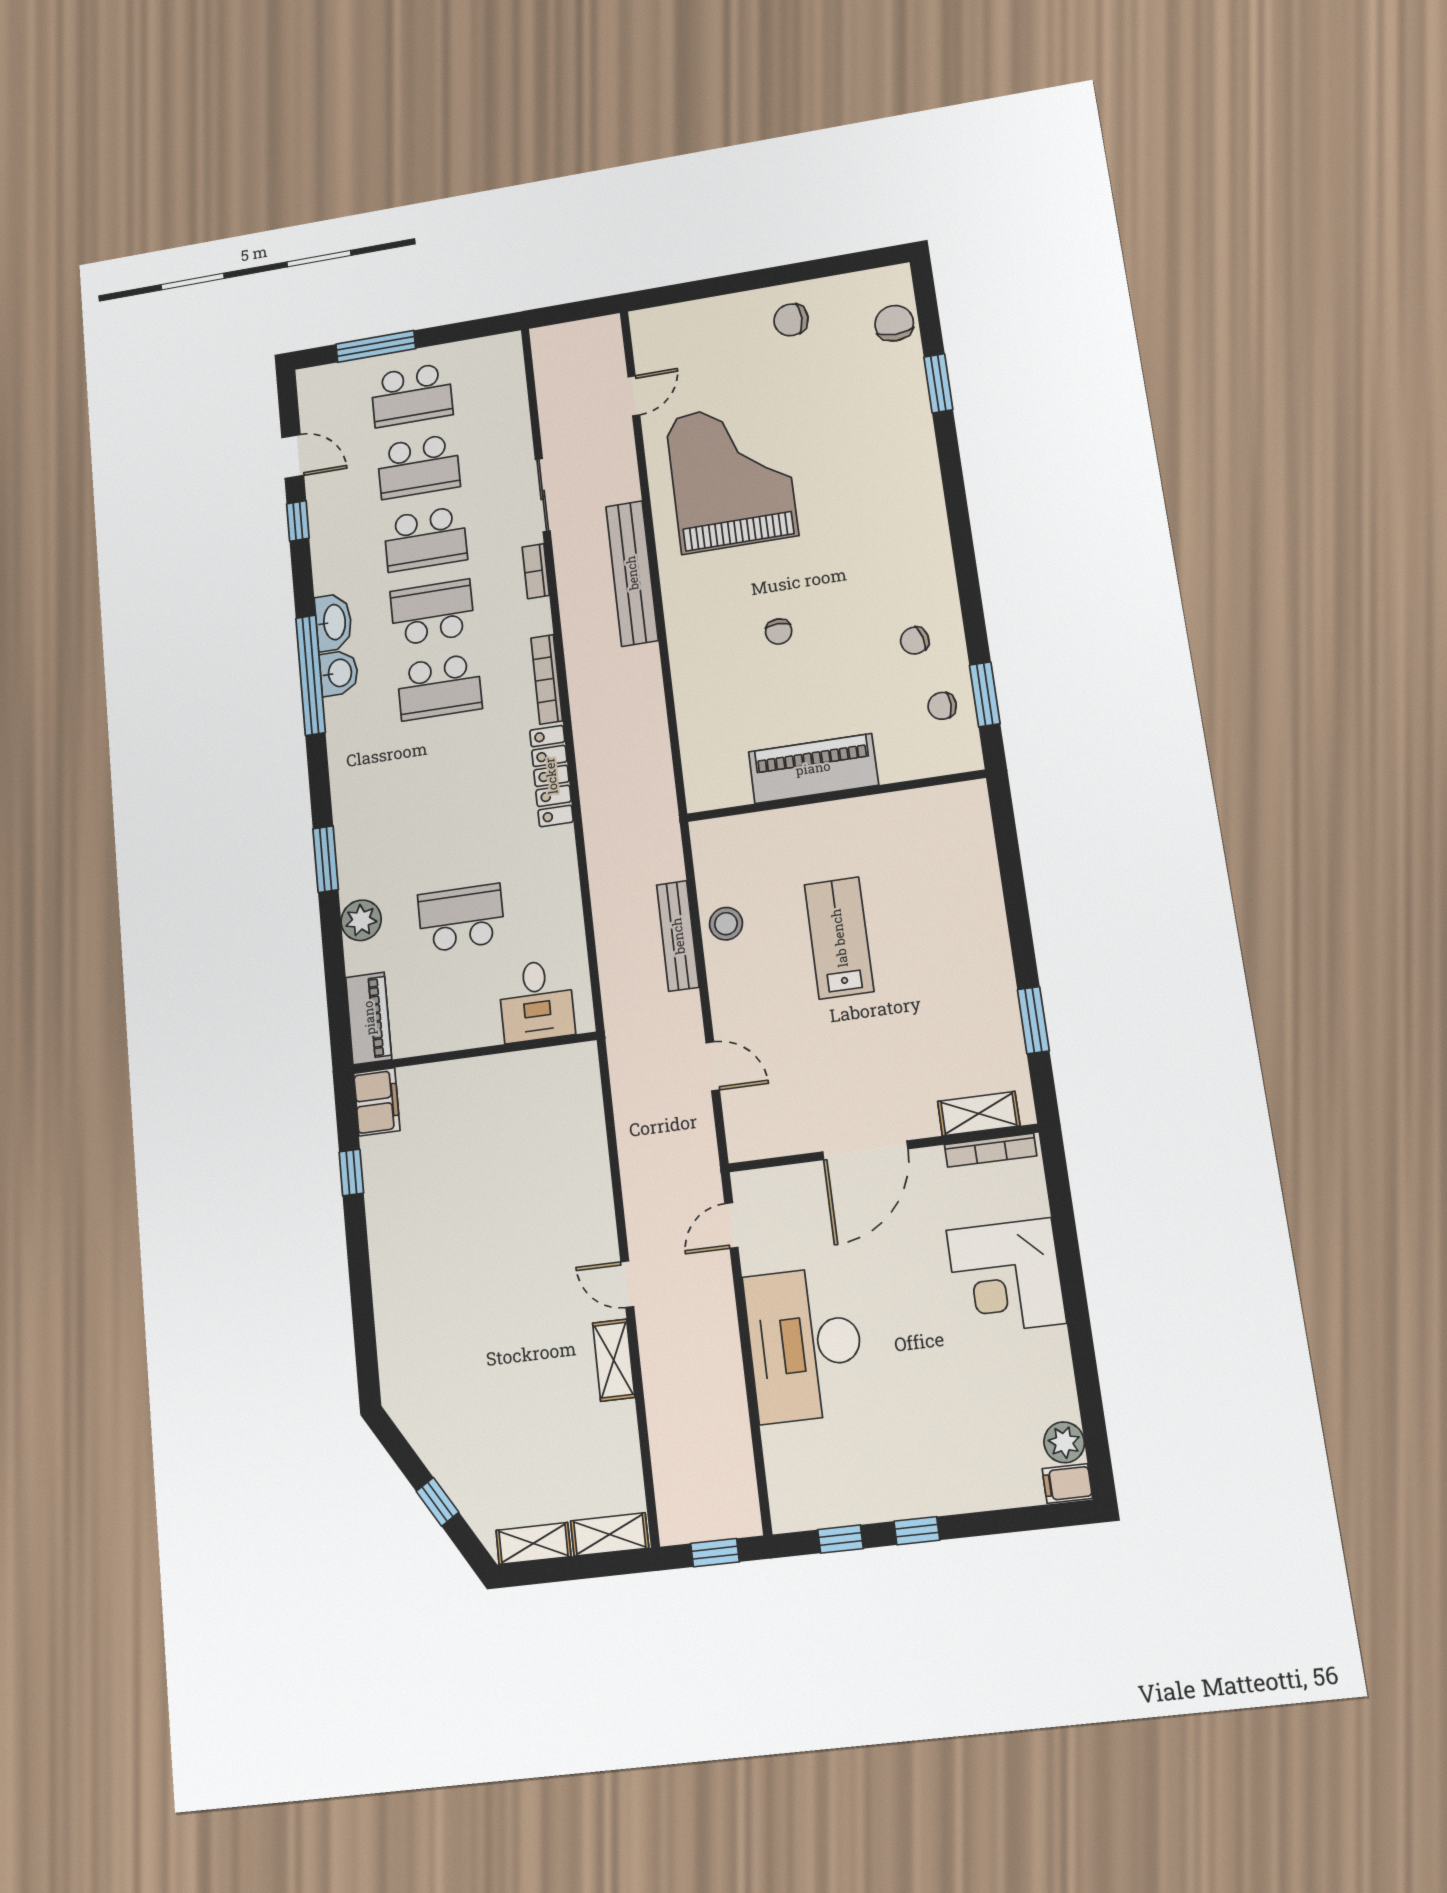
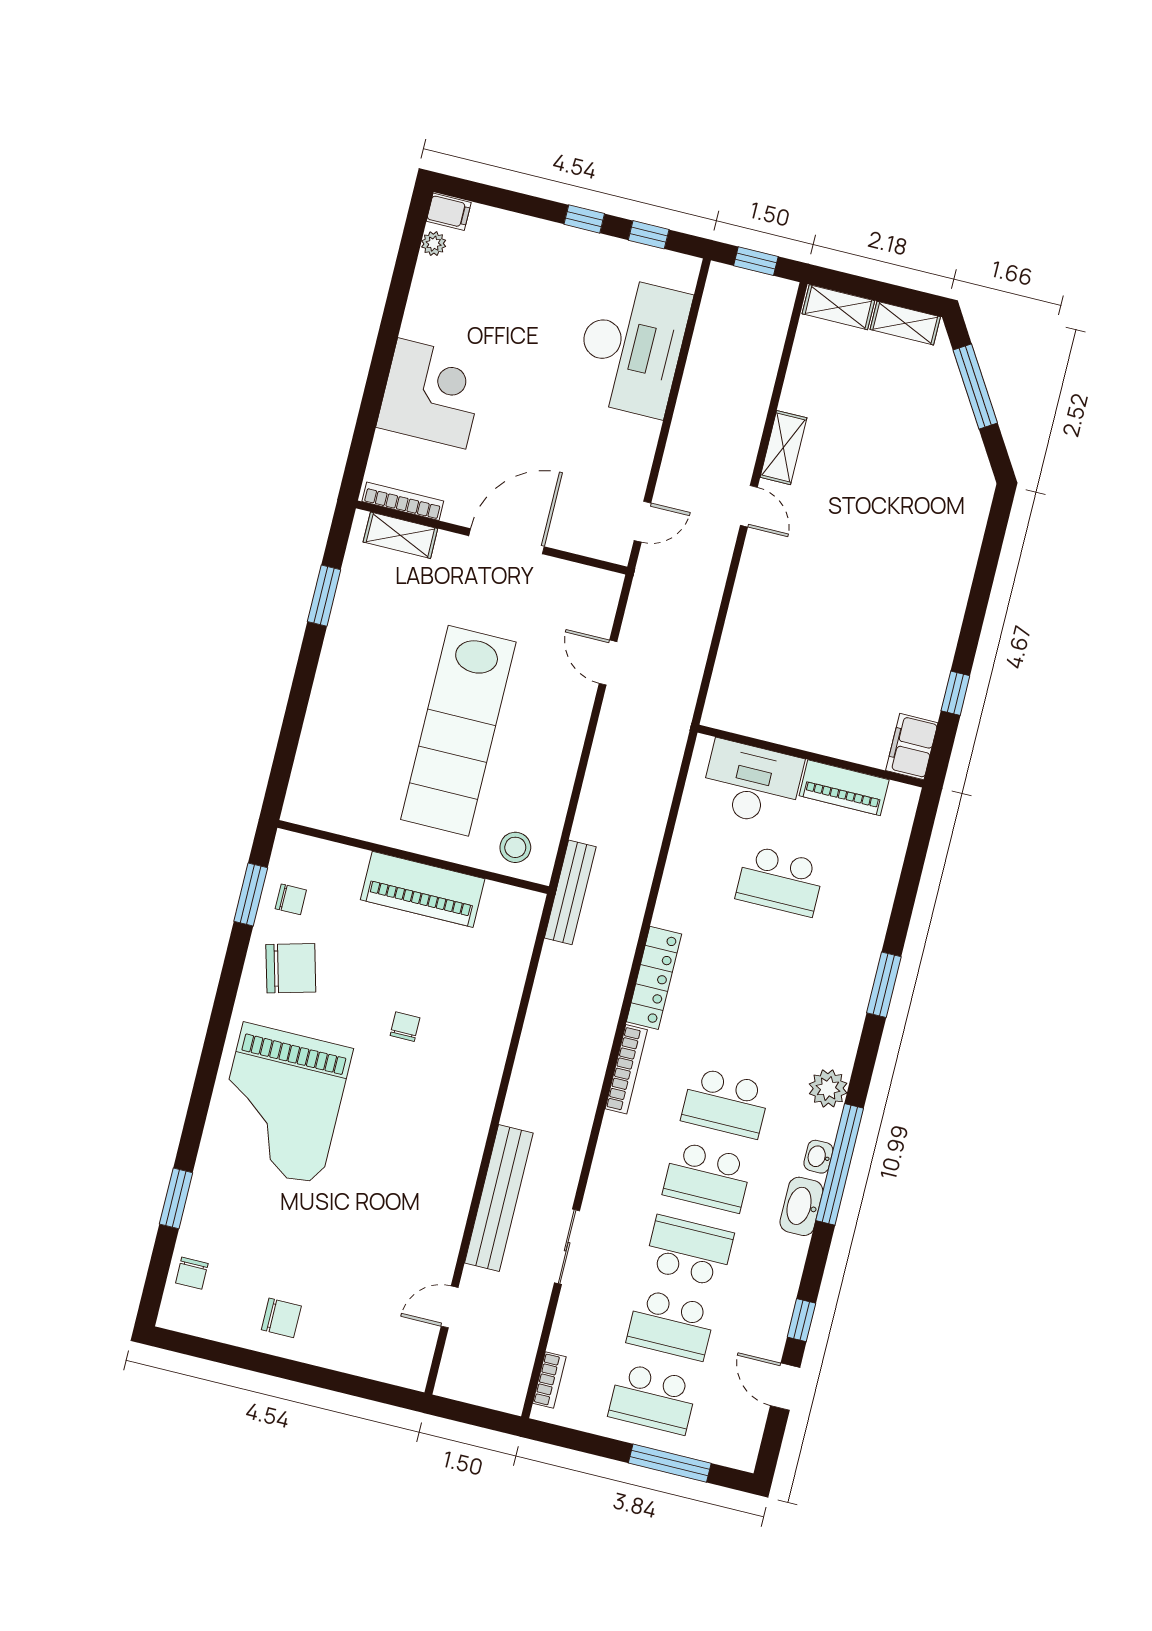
chair: (894, 323) -> (192, 1273), width x0.73, depth x0.73
school desk: (412, 395) -> (653, 1399), turned 180
school desk: (418, 466) -> (671, 1325), turned 180
grand piano: (731, 476) -> (282, 1104), moved
bookcase: (536, 571) -> (549, 1380), moved
bench: (632, 573) -> (499, 1198), moved
chair: (915, 641) -> (291, 968), width x1.87, depth x1.87
washbasin: (339, 673) -> (818, 1157), width x0.72, depth x0.69
school desk: (439, 687) -> (726, 1103), turned 180
plant: (361, 920) -> (828, 1088), moved
stool: (726, 924) -> (515, 847), moved
bench: (678, 936) -> (570, 892), moved
lab bench: (839, 938) -> (458, 731), width x1.86, depth x1.39
desk: (536, 1001) -> (752, 783), width x1.37
piano: (369, 1018) -> (844, 788), moved, turned -90
desk: (805, 1344) -> (632, 346), moved
plant: (1064, 1442) -> (434, 244), width x0.73, depth x0.73
window: (437, 1502) -> (975, 386), width x2.17

